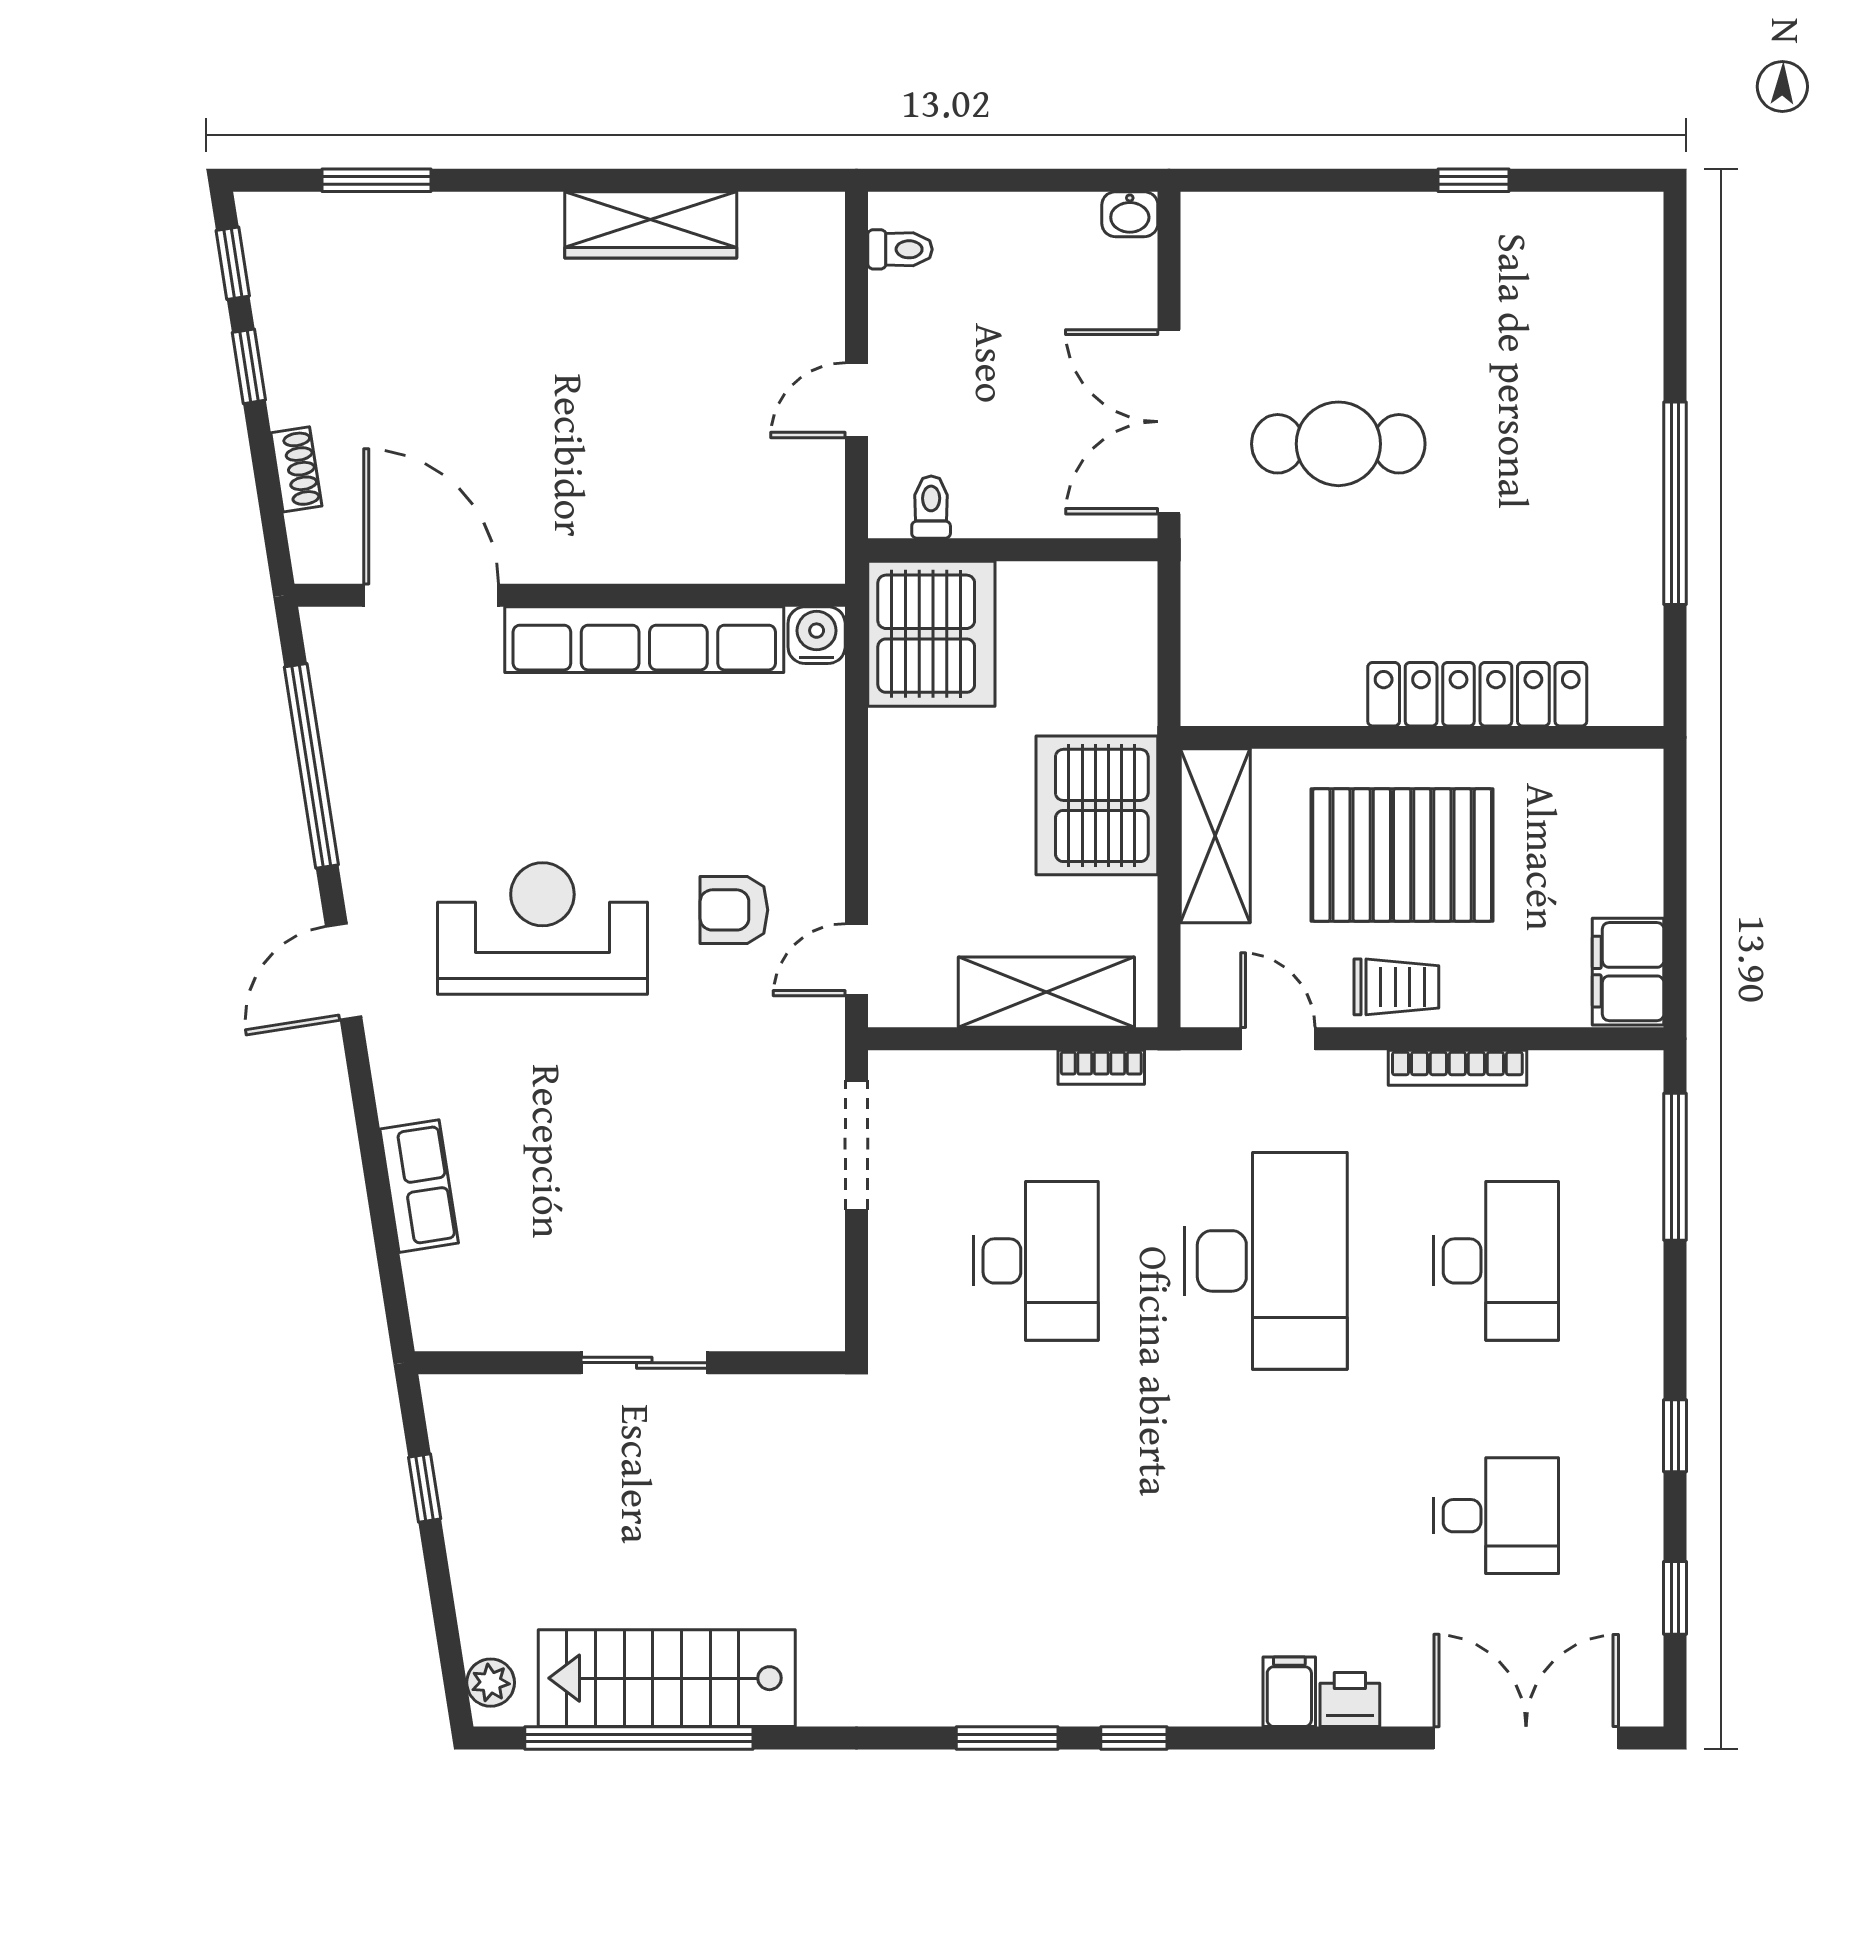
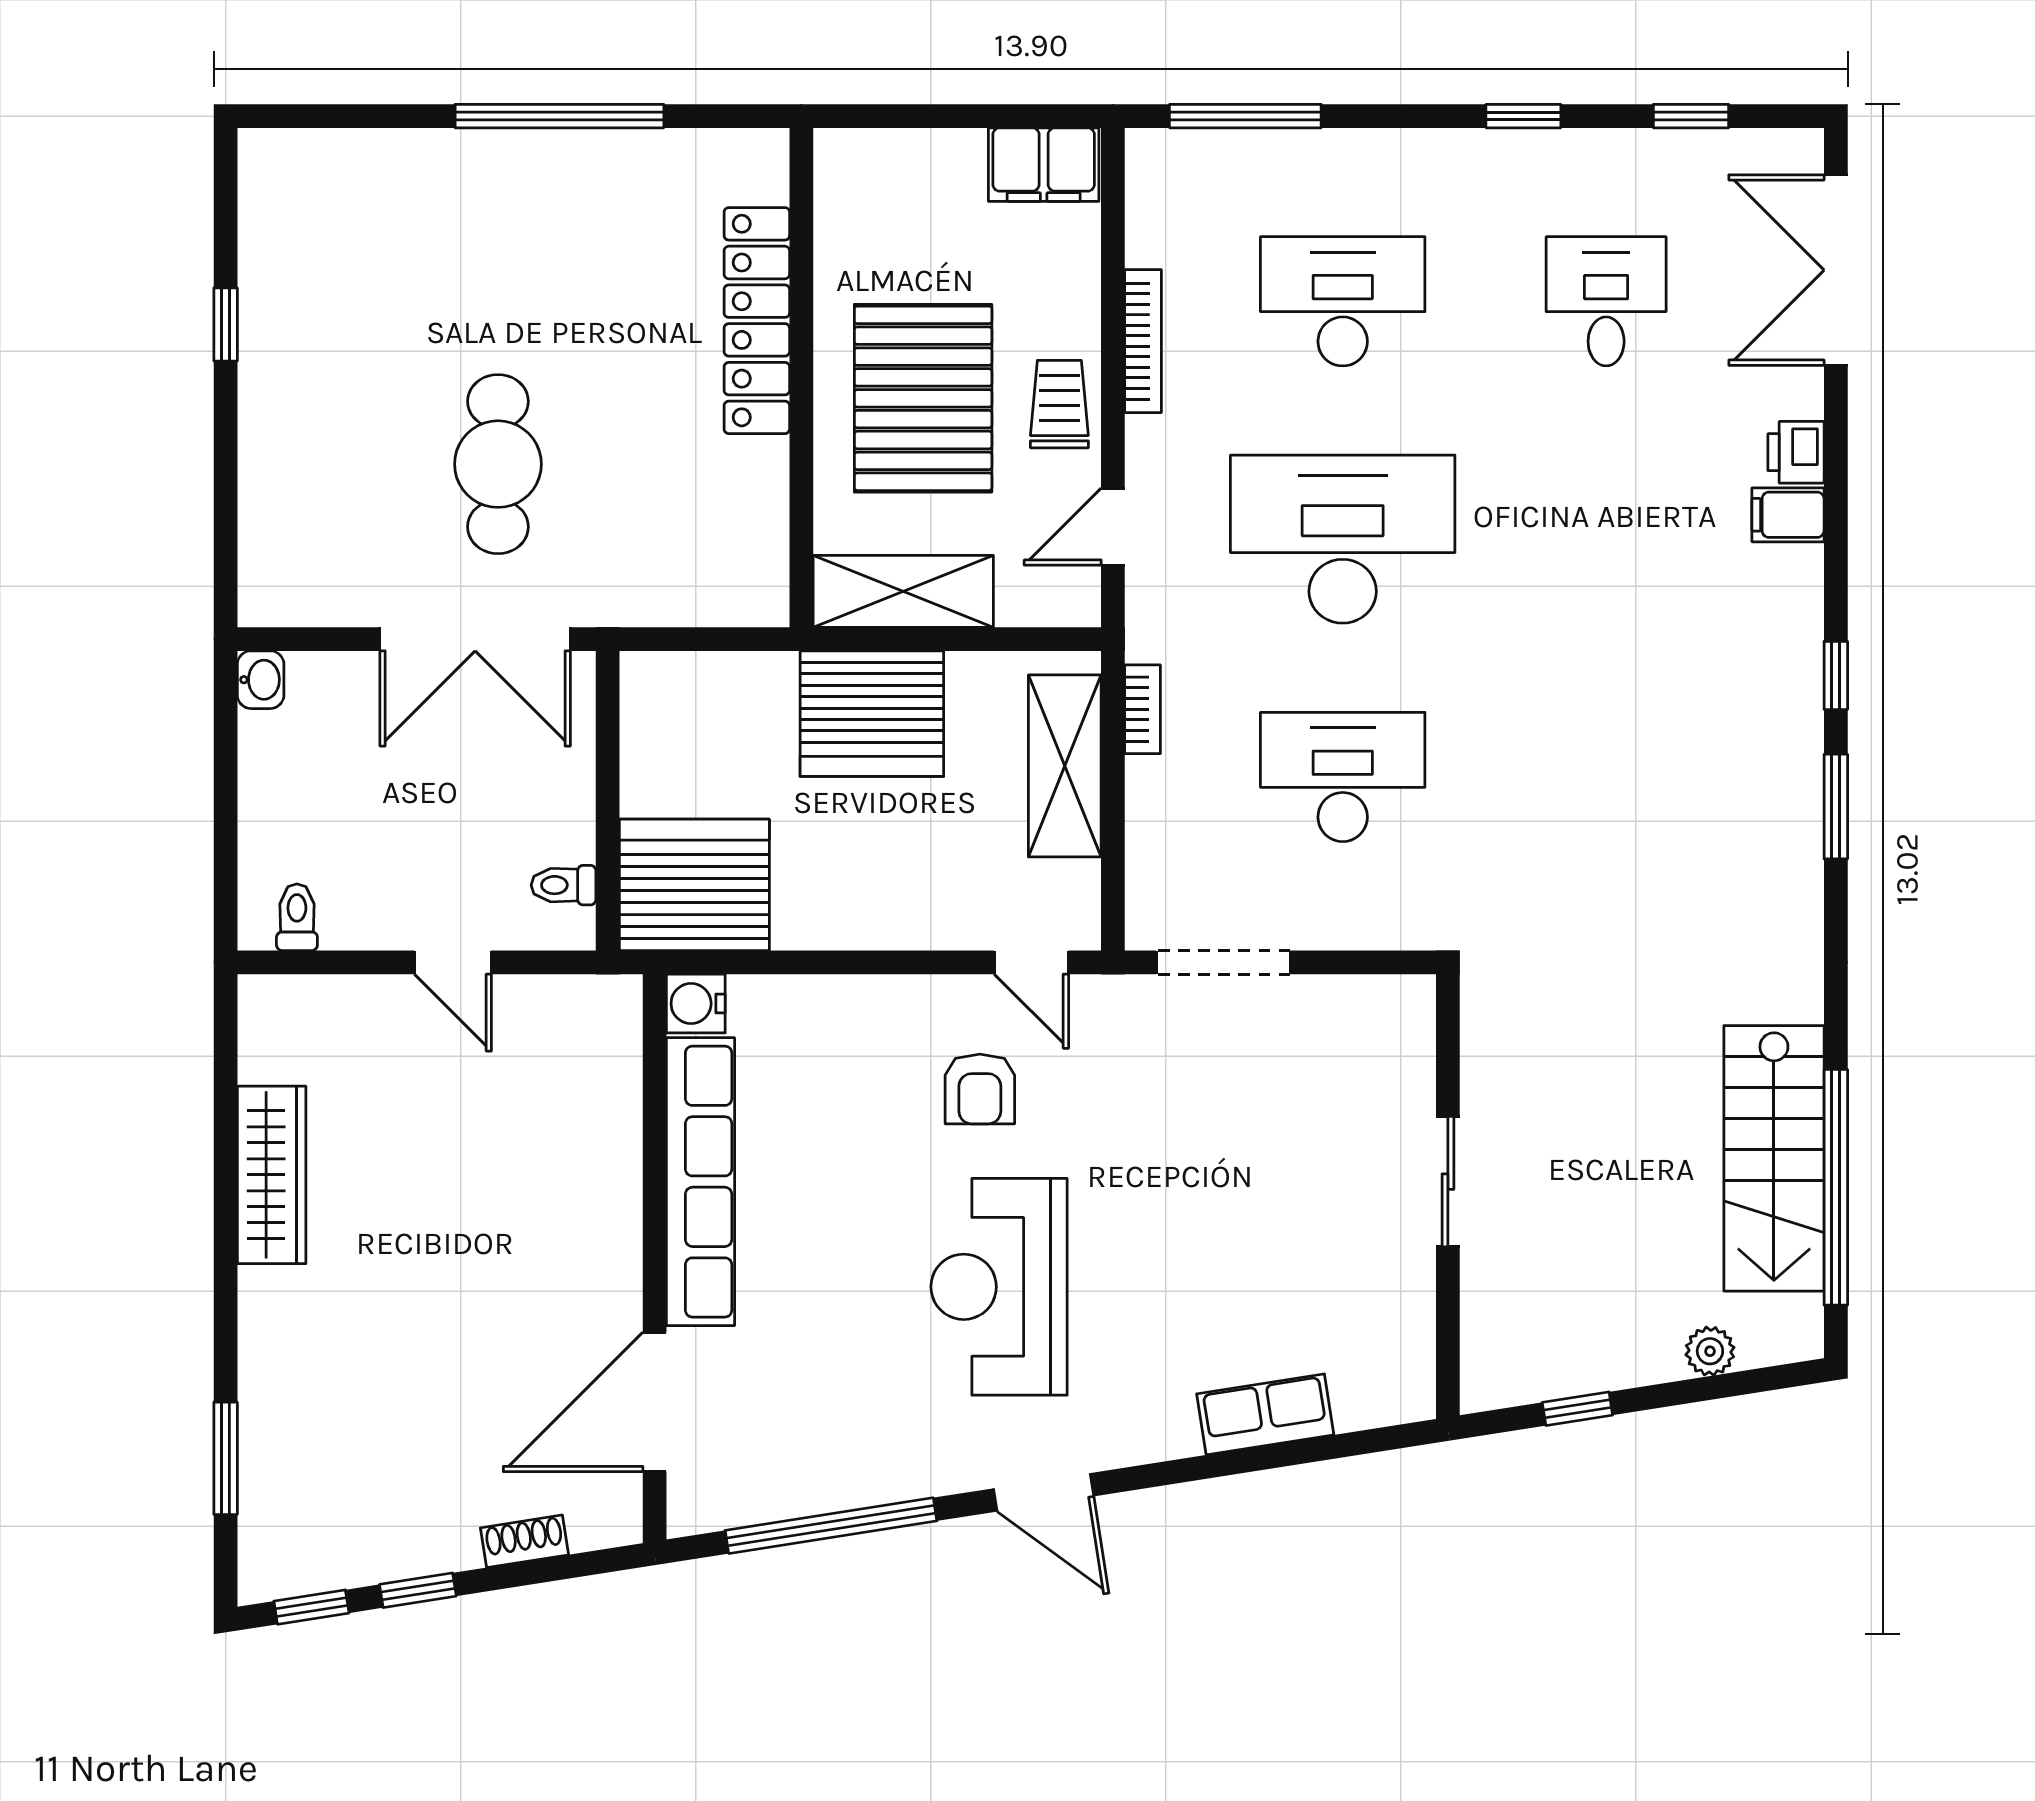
plant: (491, 1683) -> (1710, 1351), moved

